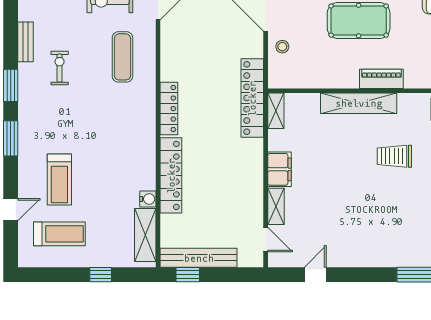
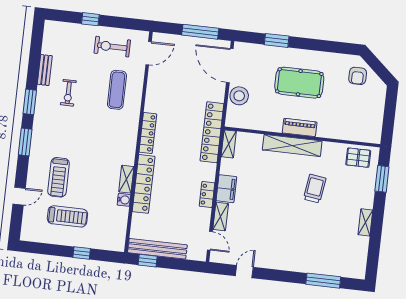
stool: (282, 47) -> (239, 96), width x1.89, depth x1.89
exercise bike: (60, 68) -> (68, 93), turned 180
piano: (381, 79) -> (300, 127), moved
trolley: (394, 156) -> (315, 189), turned 98
locker: (255, 180) -> (207, 195), added
treadmill: (59, 234) -> (67, 216), moved
shelving: (145, 235) -> (126, 179), moved, width x0.67, depth x0.75

